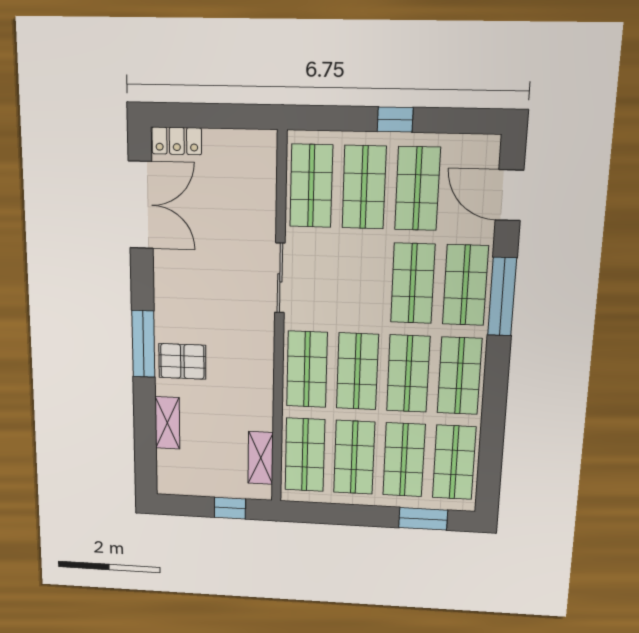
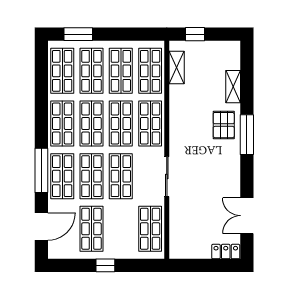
shop shelf: (364, 187) -> (121, 176), moved
door: (509, 195) -> (41, 227), hinge flipped
double door: (141, 205) -> (247, 216), width x0.73
pallet: (182, 361) -> (224, 125), turned 90

